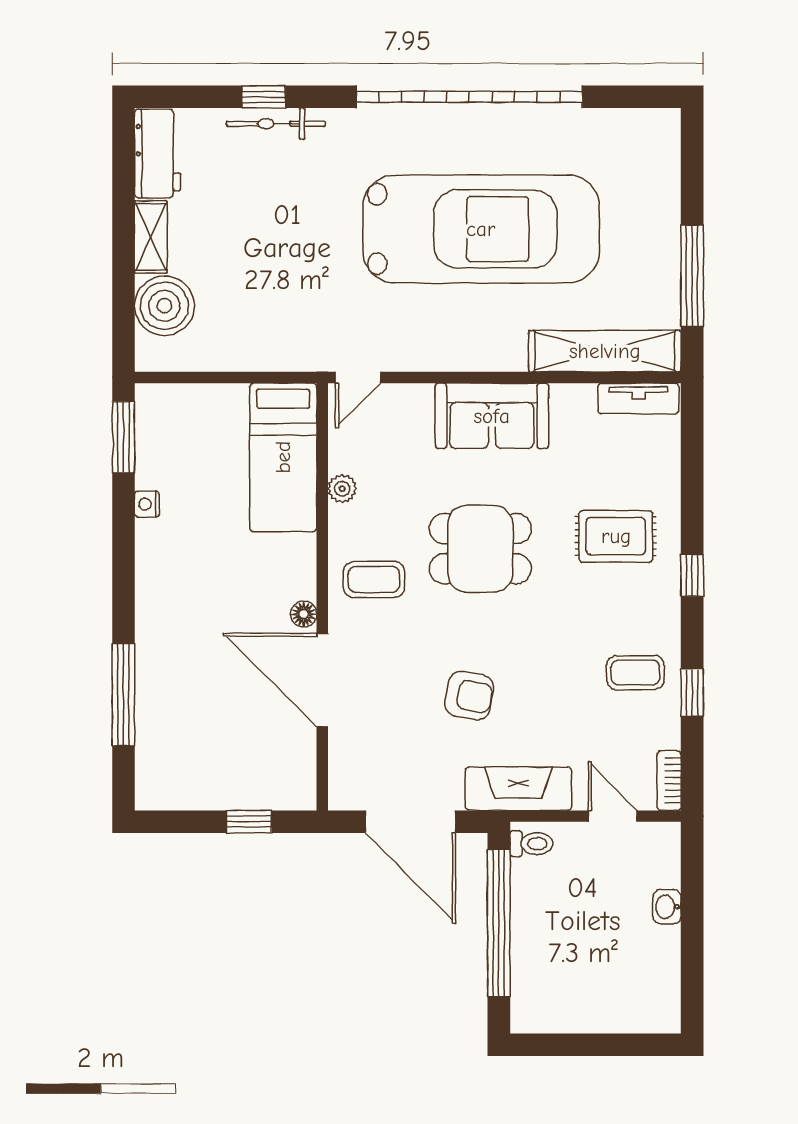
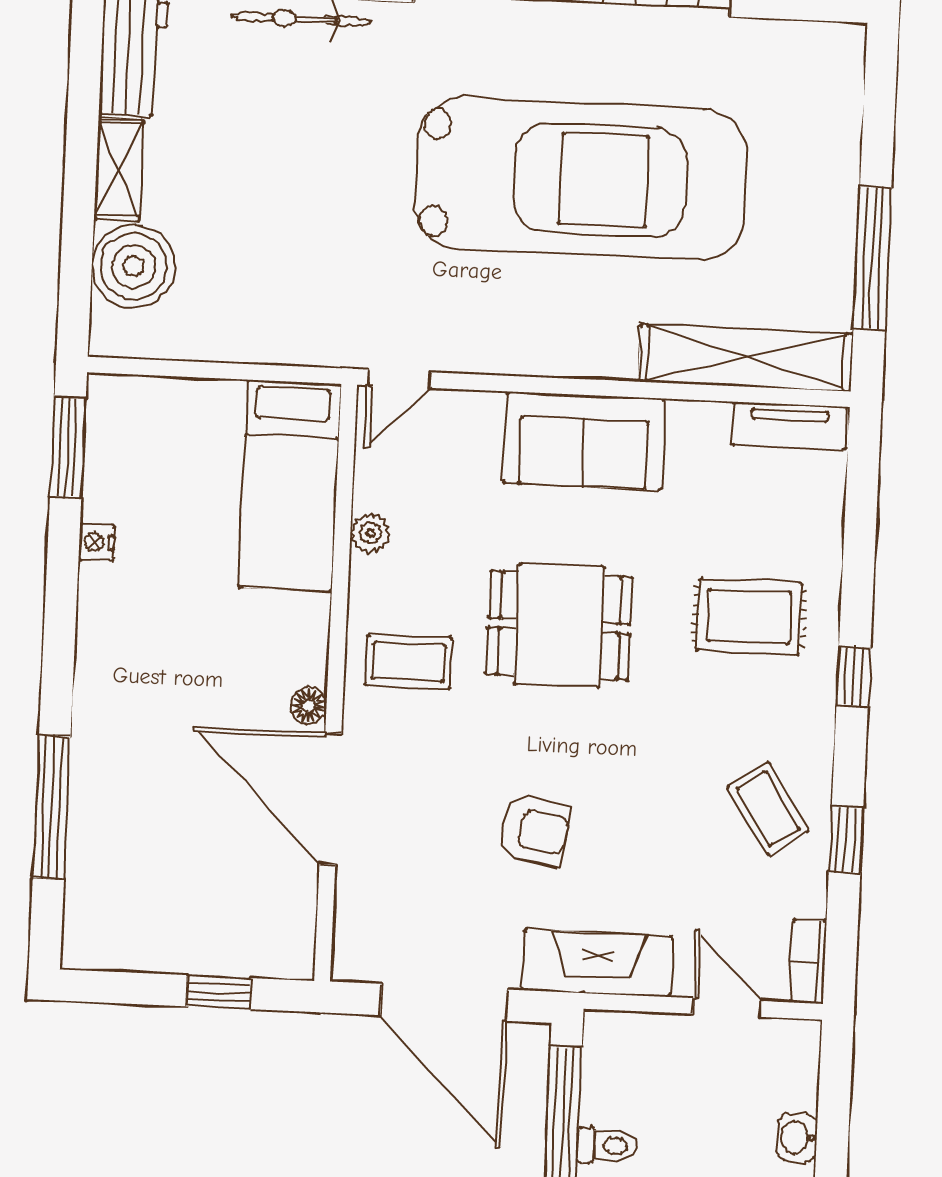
coffee table: (635, 673) -> (768, 808), turned 57
toilet: (531, 844) -> (607, 1146), moved

